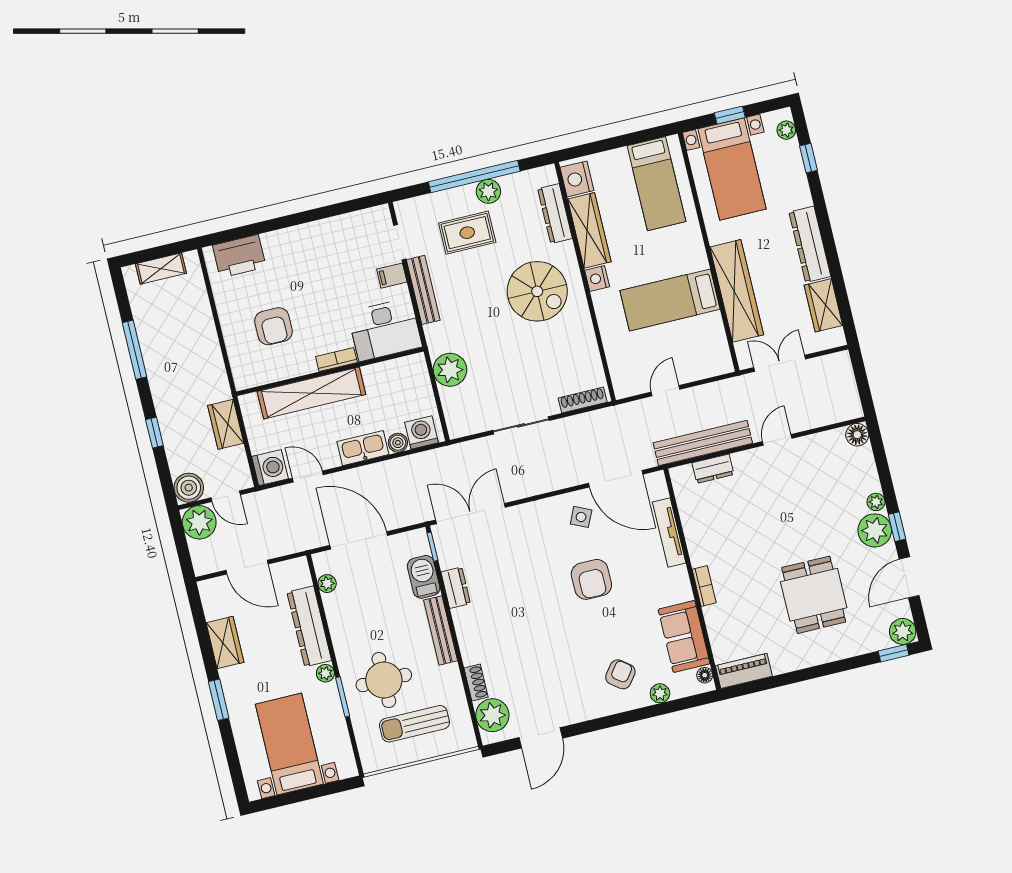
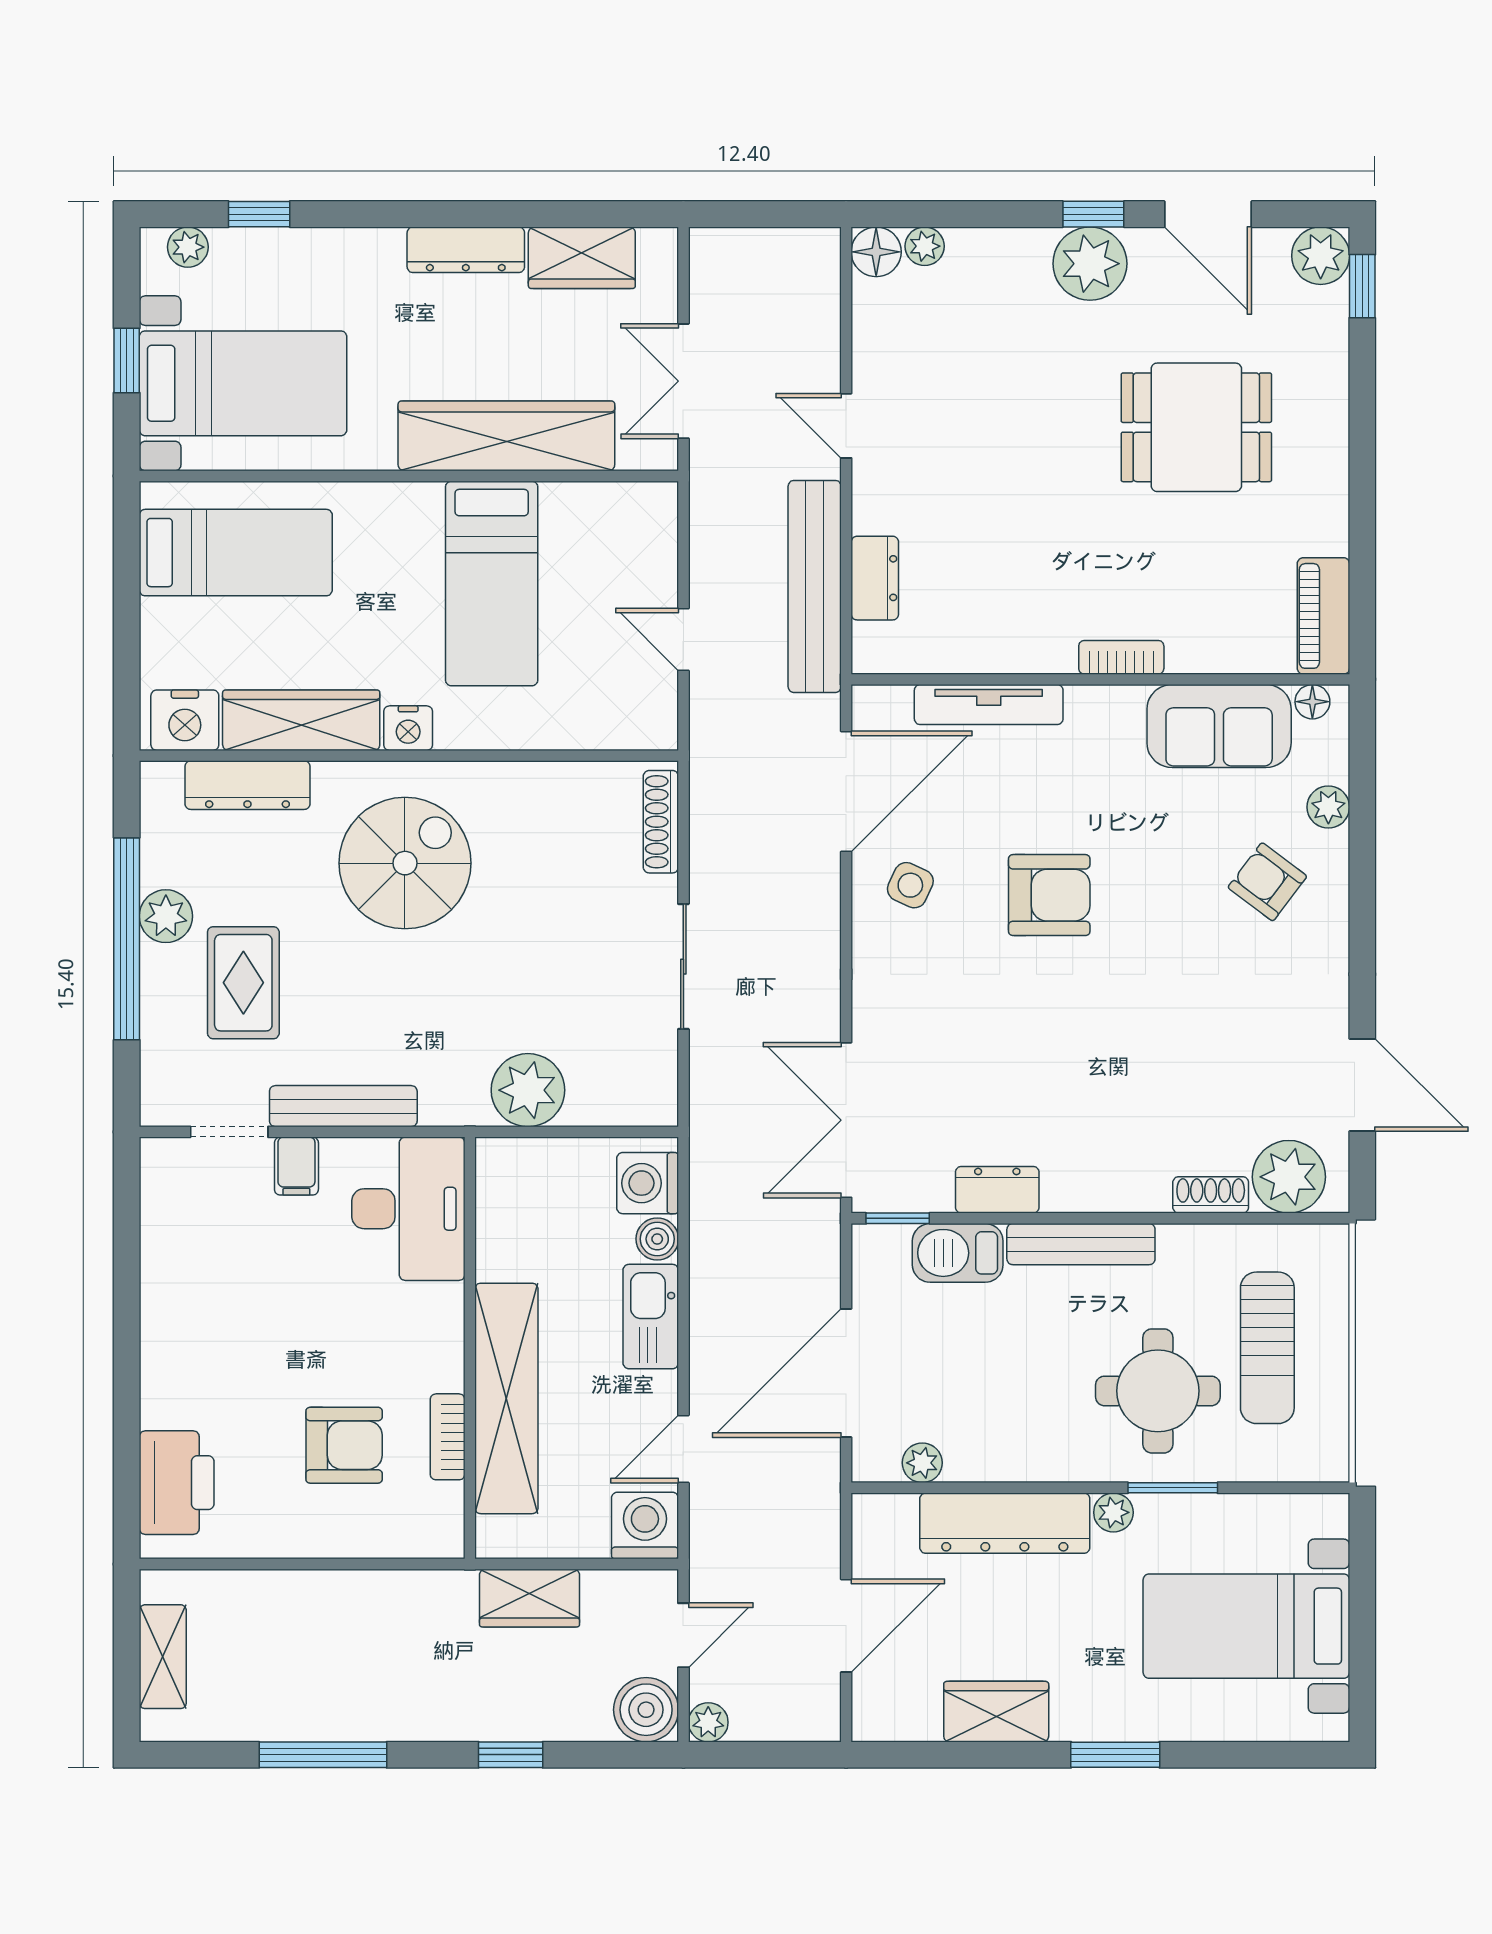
dresser: (810, 244) -> (466, 250), width x0.73, depth x0.80
bookcase: (336, 359) -> (448, 1437), moved
plant: (876, 502) -> (925, 246), moved
plant: (199, 522) -> (708, 1722), width x0.53, depth x0.53

